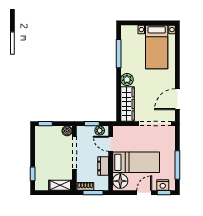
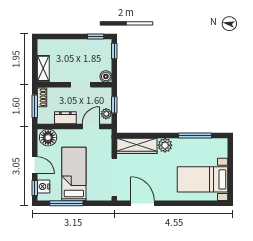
doorway: (74, 153) -> (81, 85), width x0.53
bed: (136, 162) -> (74, 174), moved, turned 180
window: (33, 174) -> (96, 37), moved

